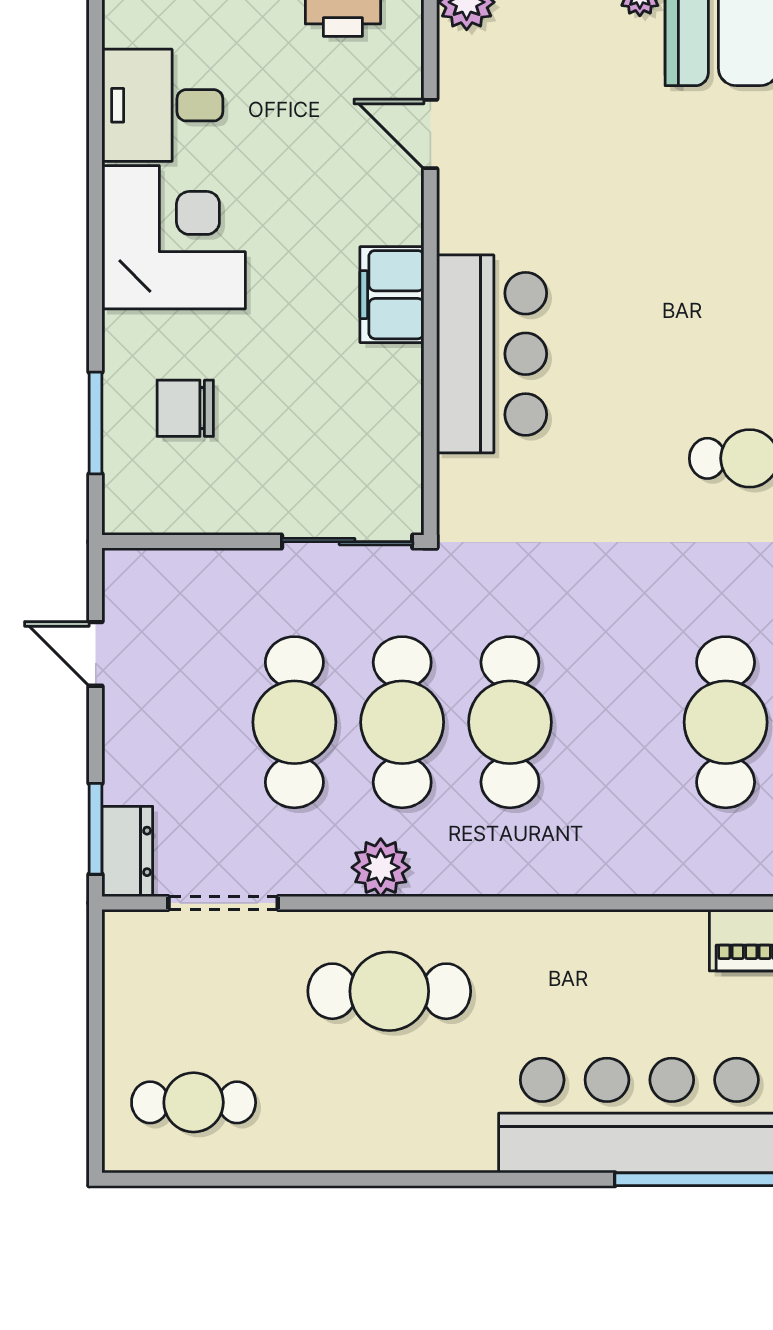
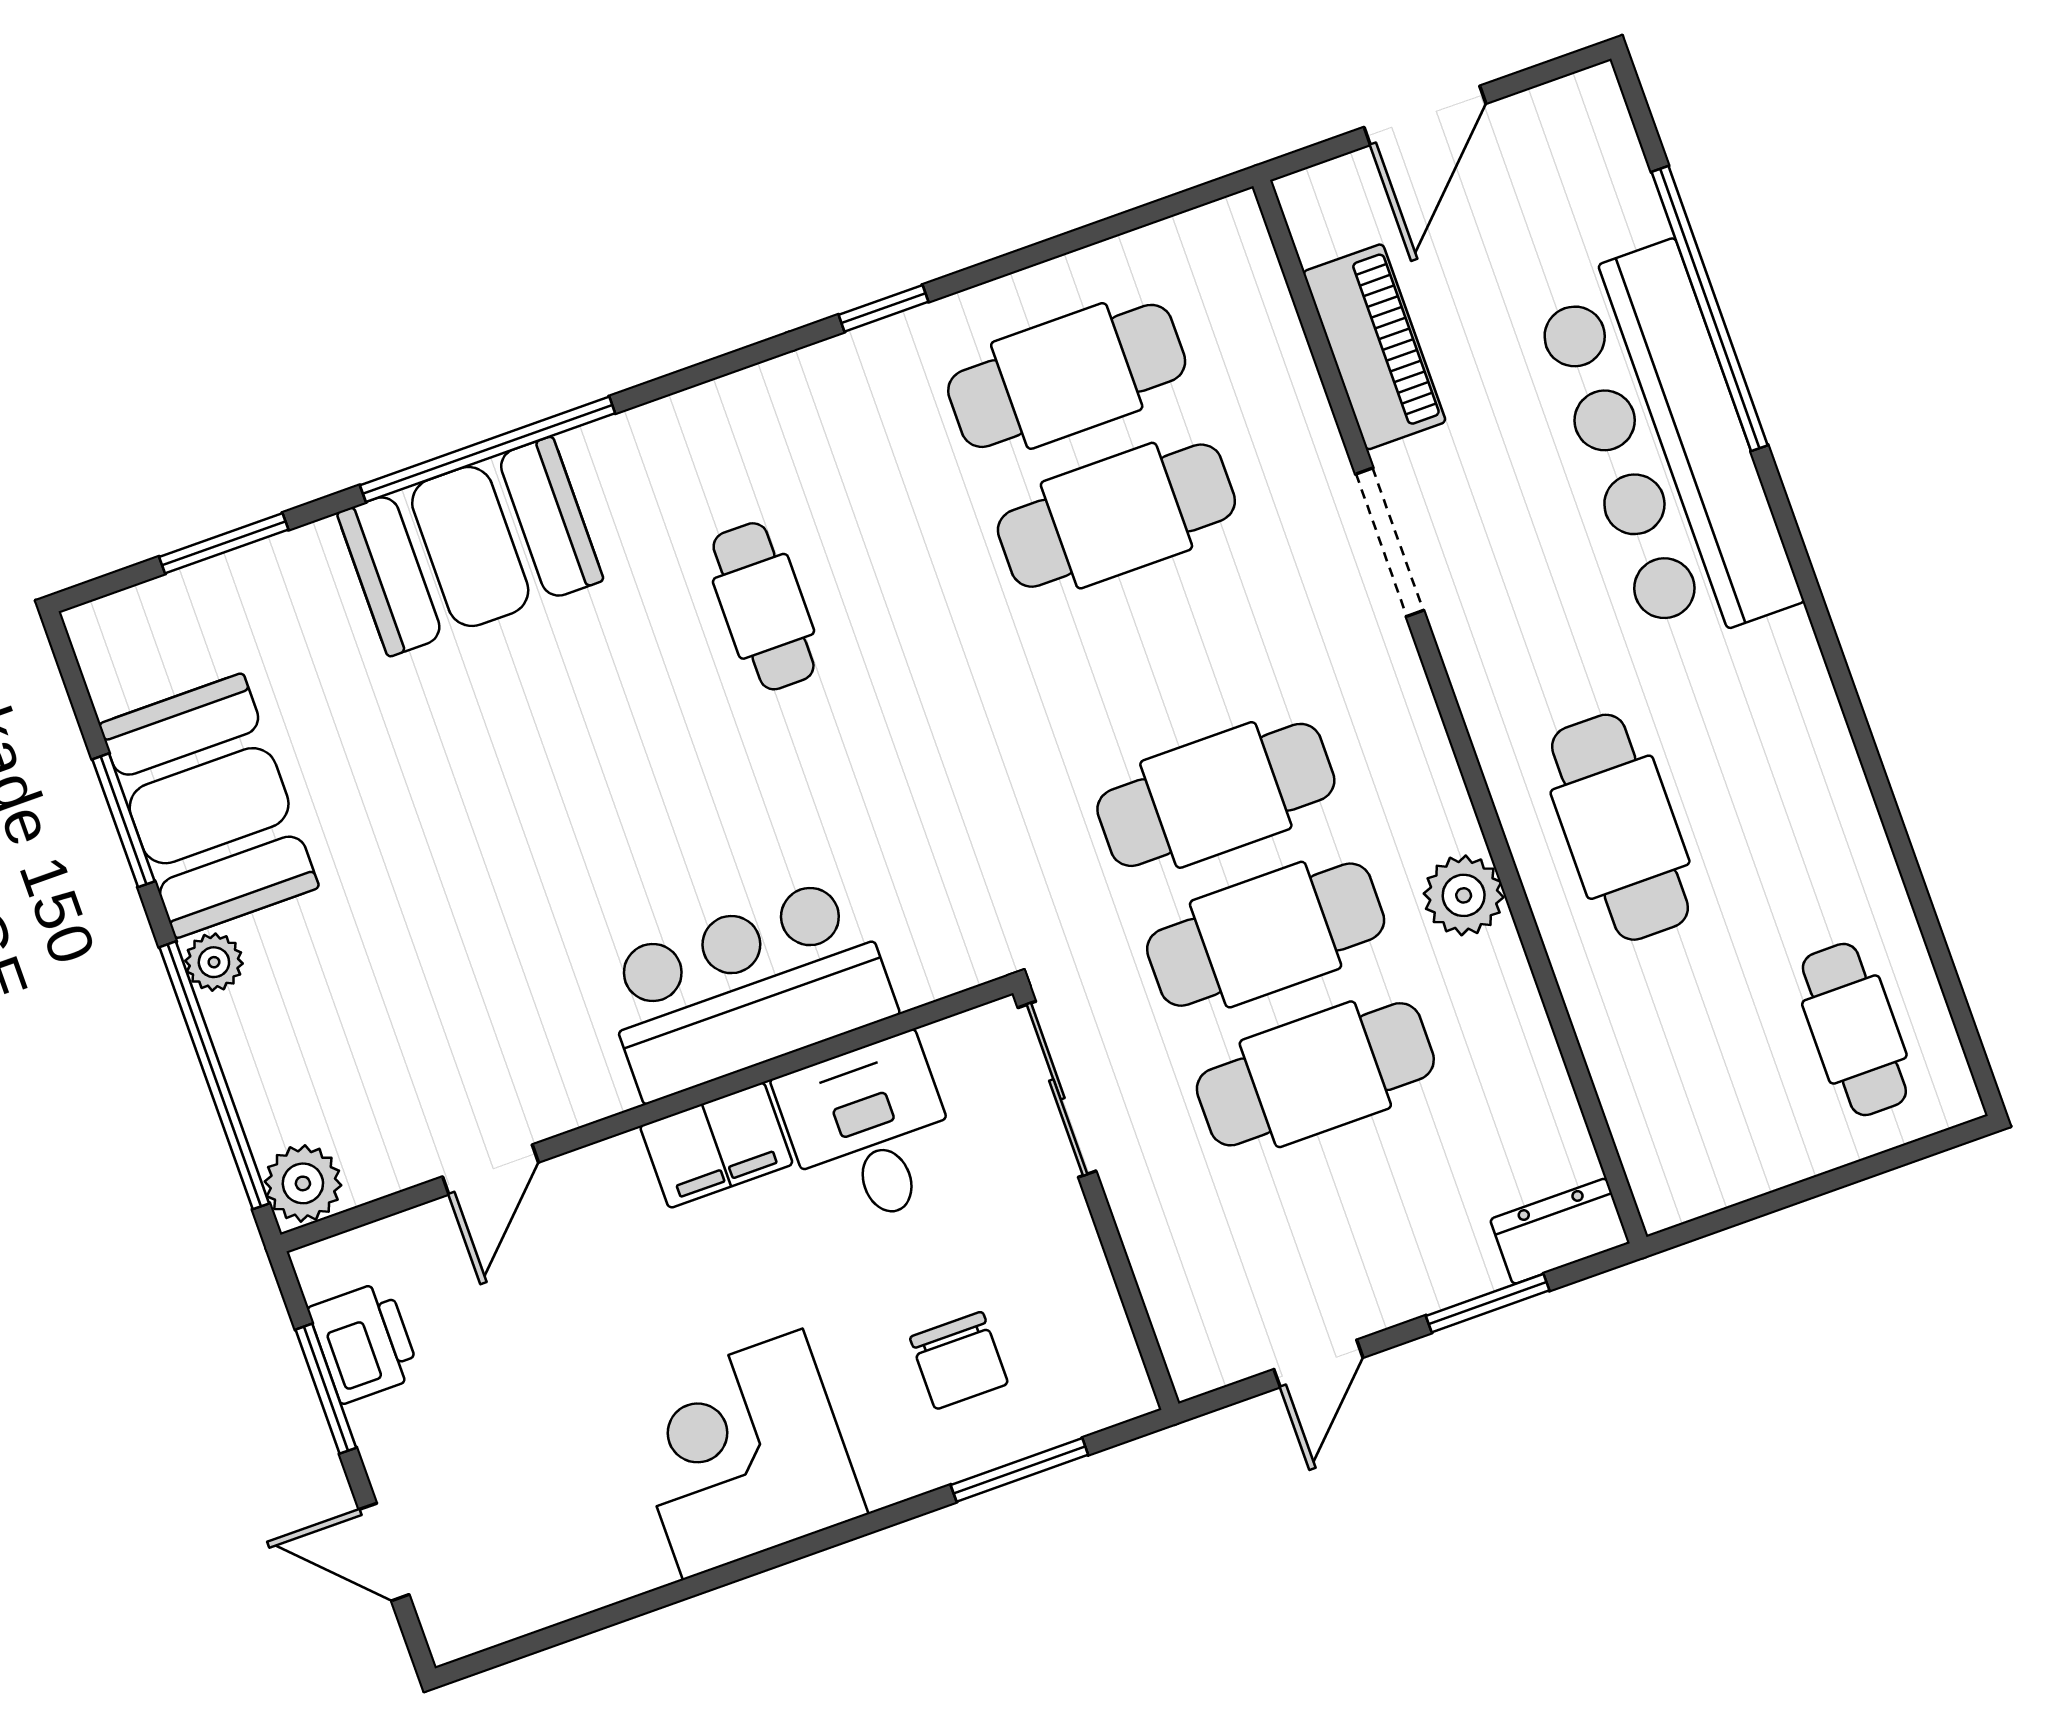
desk: (162, 105) -> (870, 1132), moved, turned 180
window: (96, 829) -> (1488, 1303), moved
doorway: (223, 903) -> (1390, 542), moved

